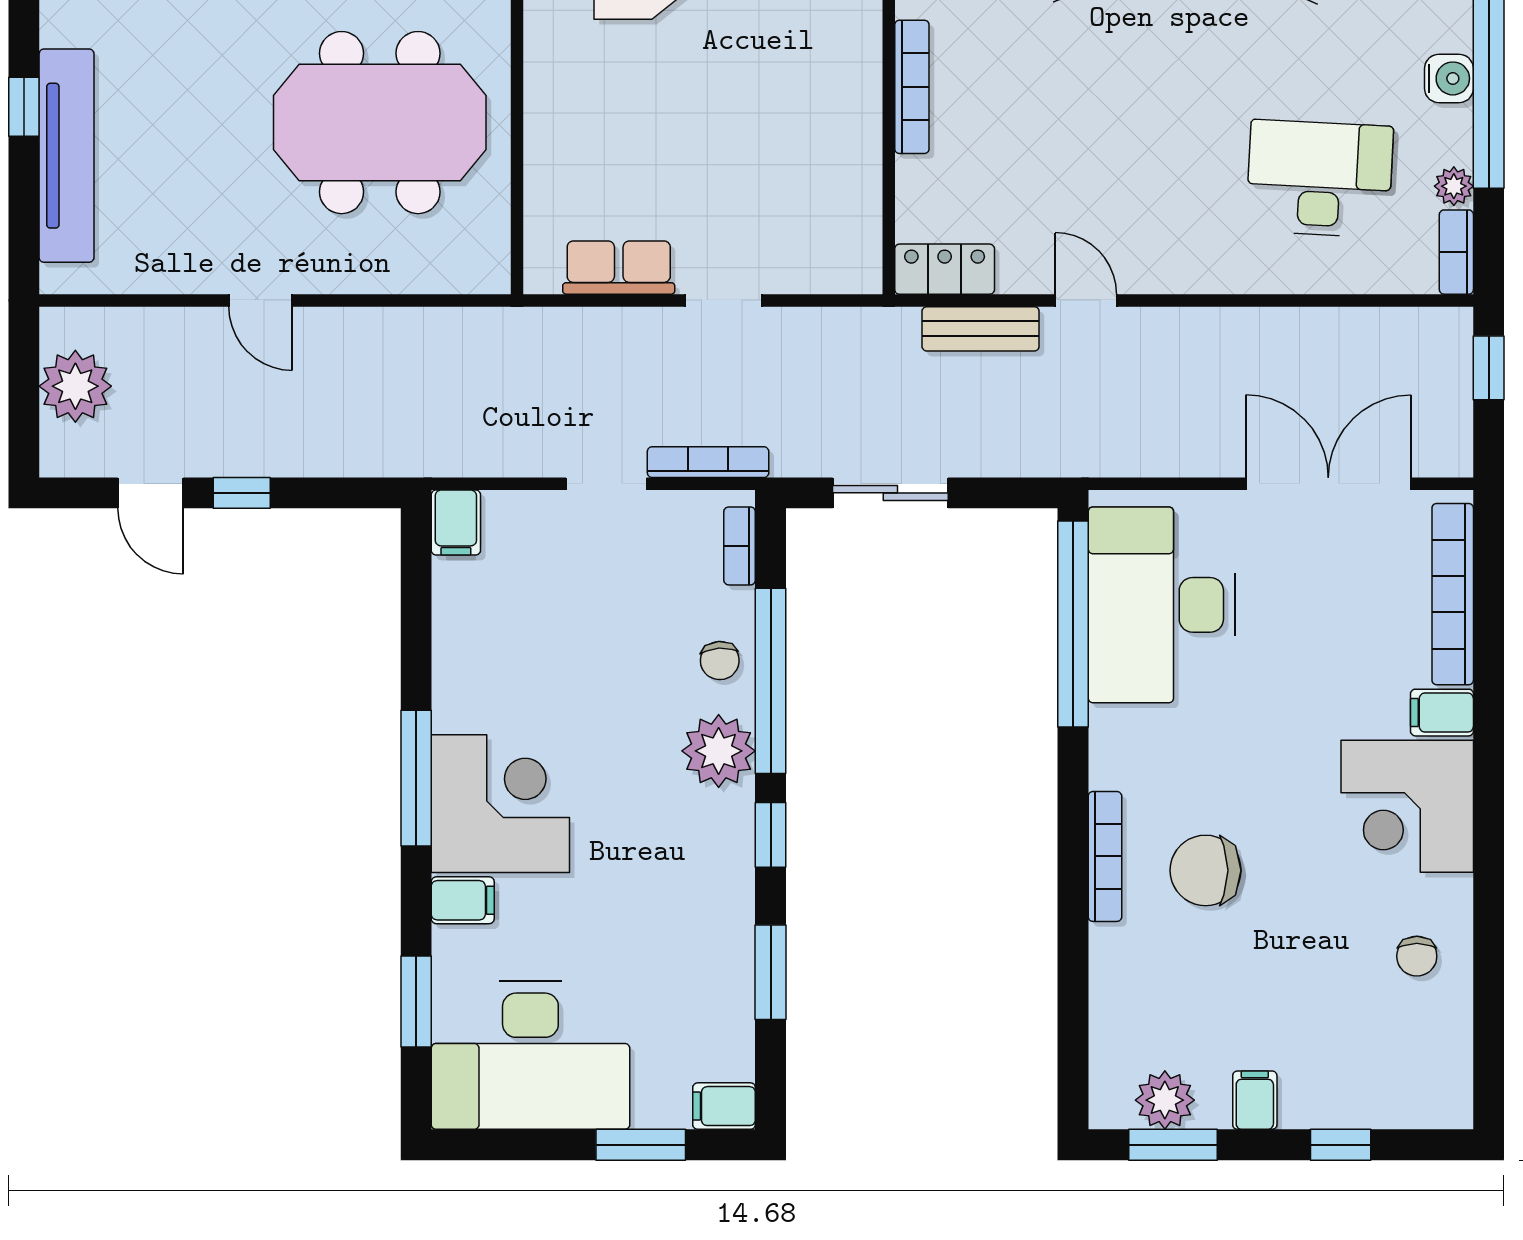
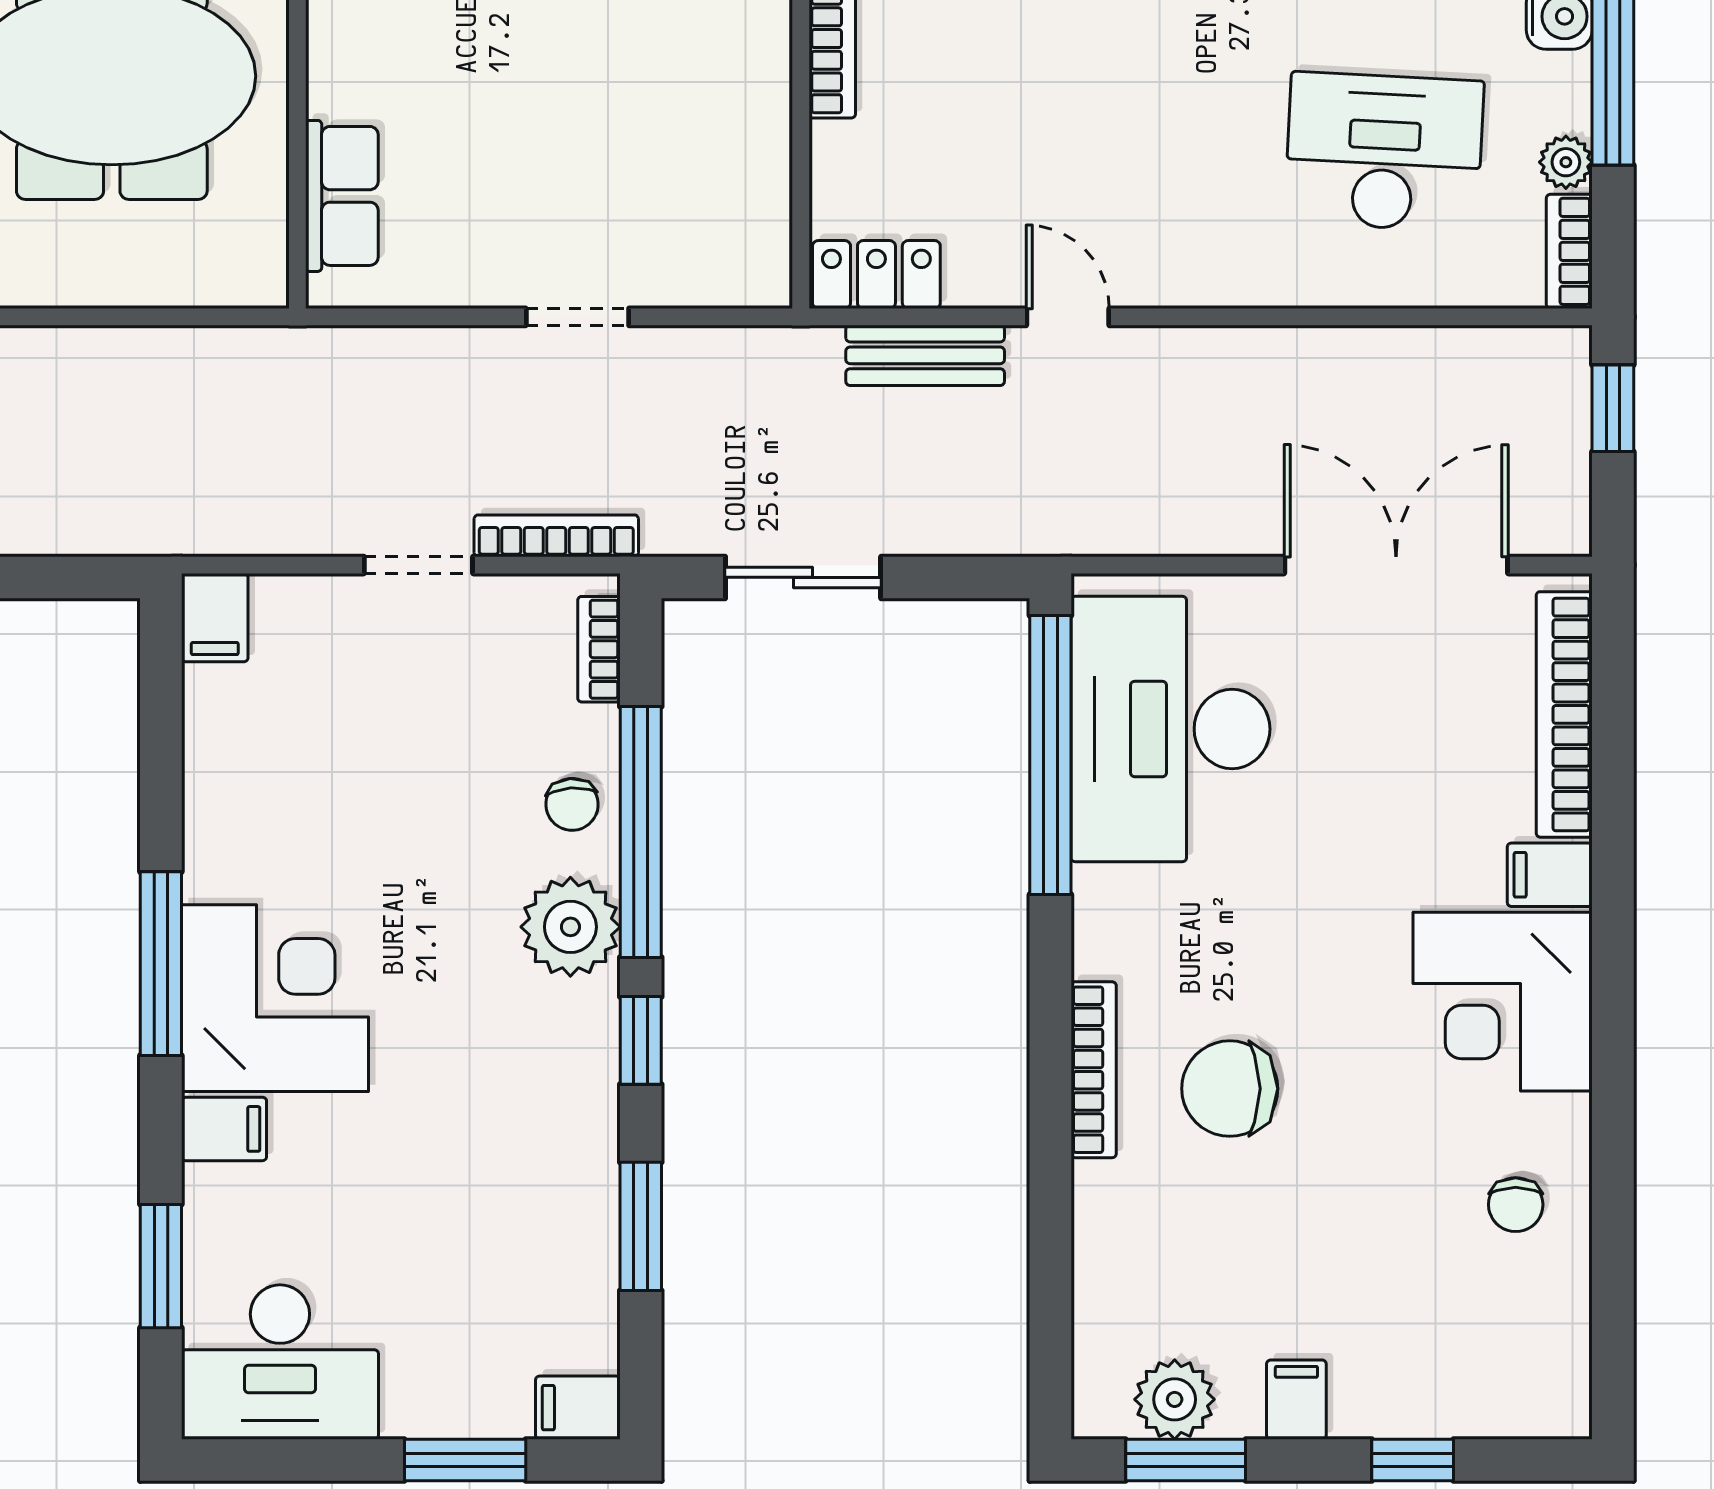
row of seats: (619, 268) -> (342, 196), moved, turned 90
desk: (530, 1055) -> (280, 1362), width x0.73, depth x0.77

